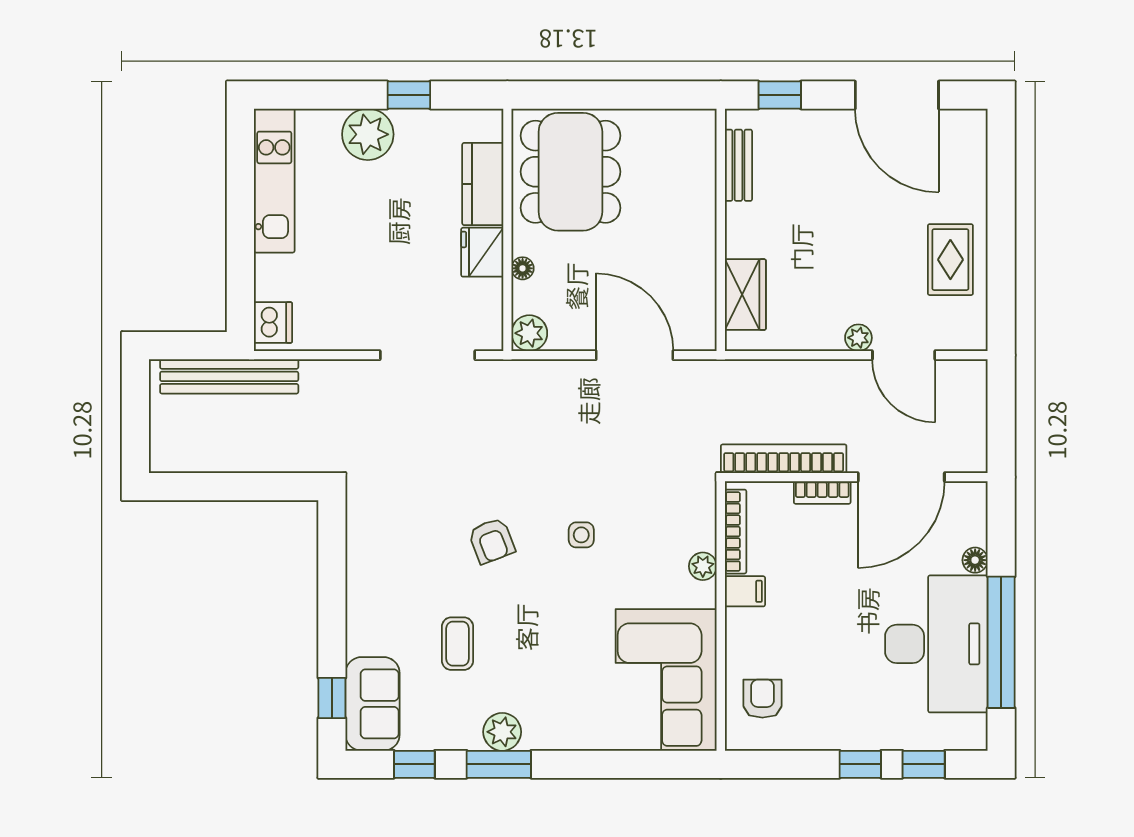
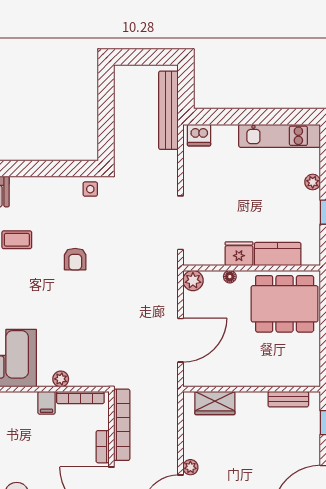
plant: (368, 134) -> (313, 182), width x0.53, depth x0.53
side table: (581, 535) -> (90, 189), moved
armchair: (492, 541) -> (75, 259), turned -69

